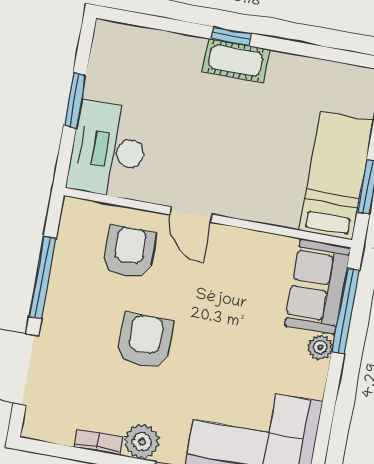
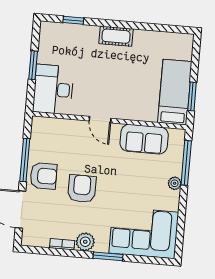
window: (232, 36) -> (73, 20), moved
armchair: (129, 252) -> (44, 176), moved, turned 90
sofa: (318, 287) -> (144, 139), moved, turned -90

